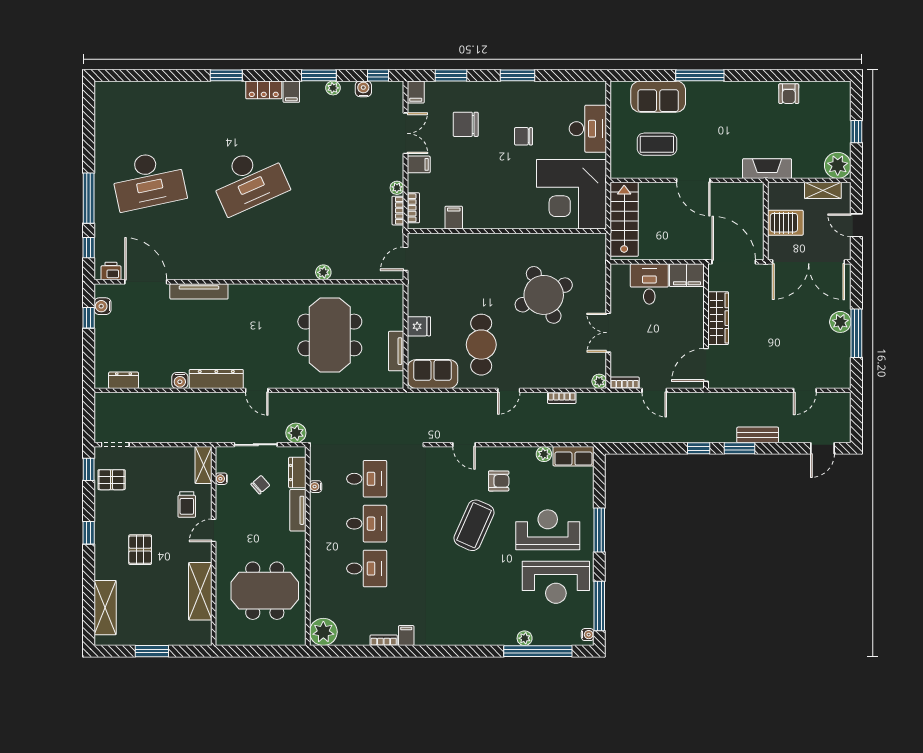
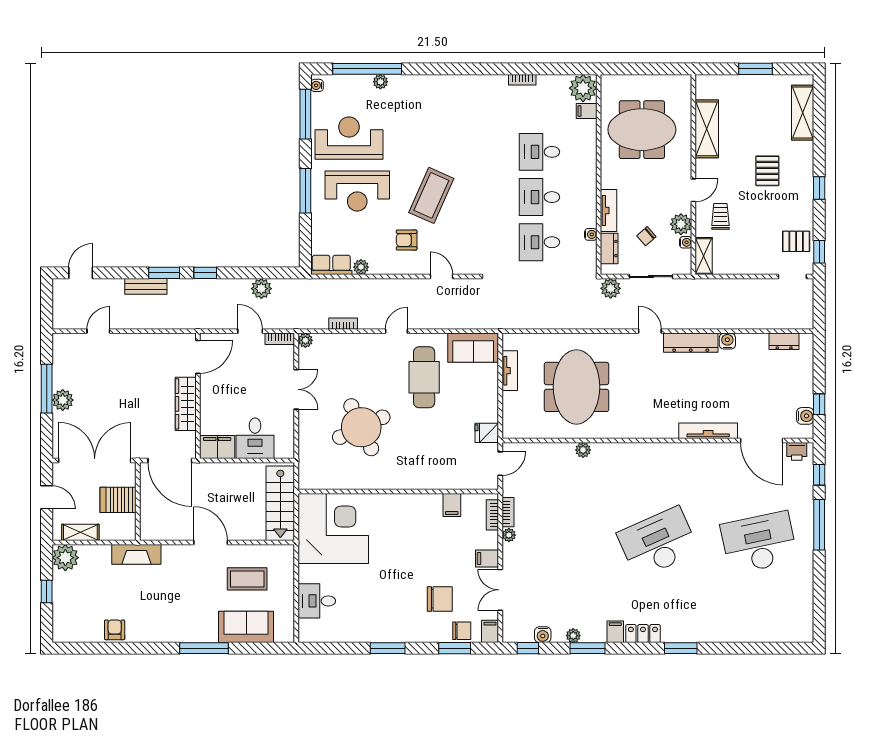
desk: (588, 129) -> (317, 601), width x0.73
chair: (523, 136) -> (462, 631), moved
fridge: (419, 326) -> (487, 433), moved
plant: (643, 433) -> (261, 289), added
plant: (226, 497) -> (681, 224), added
filing cabinet: (406, 636) -> (587, 111), moved, turned 90

